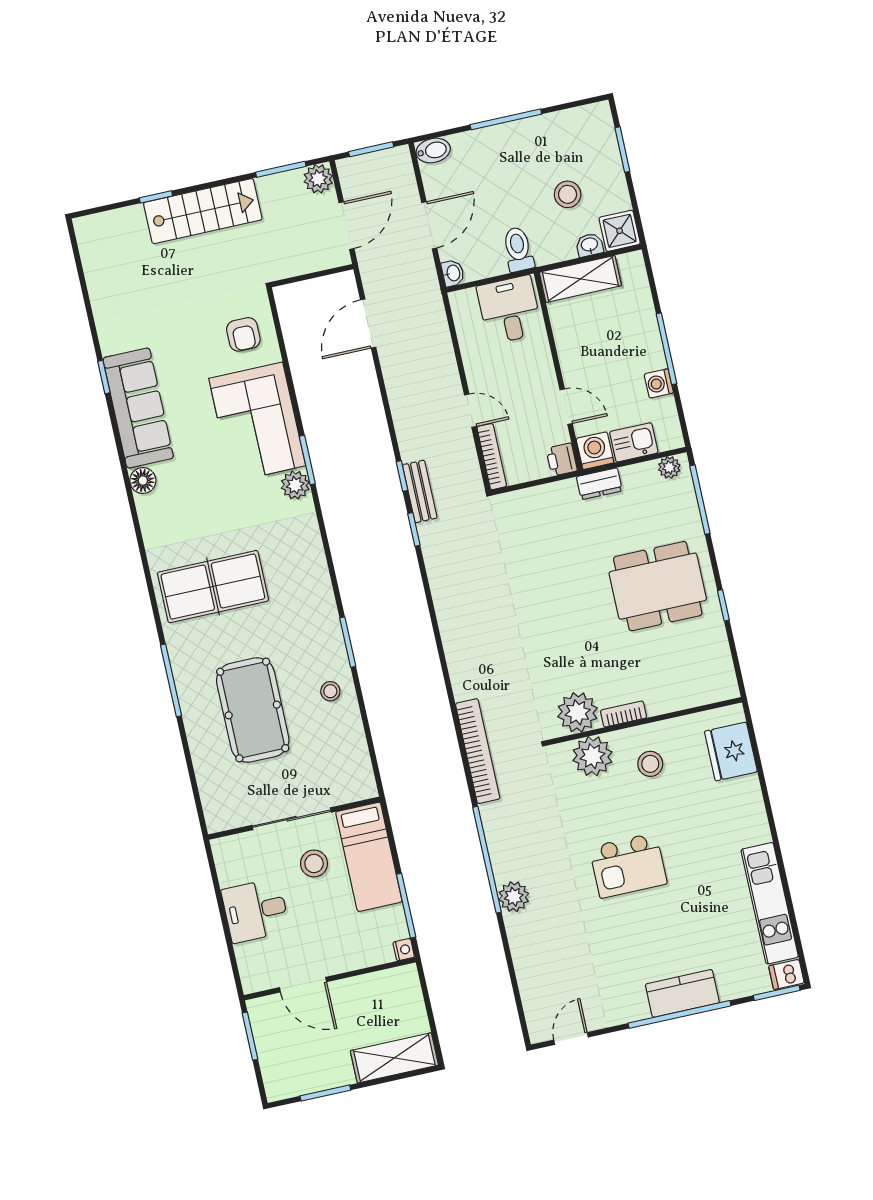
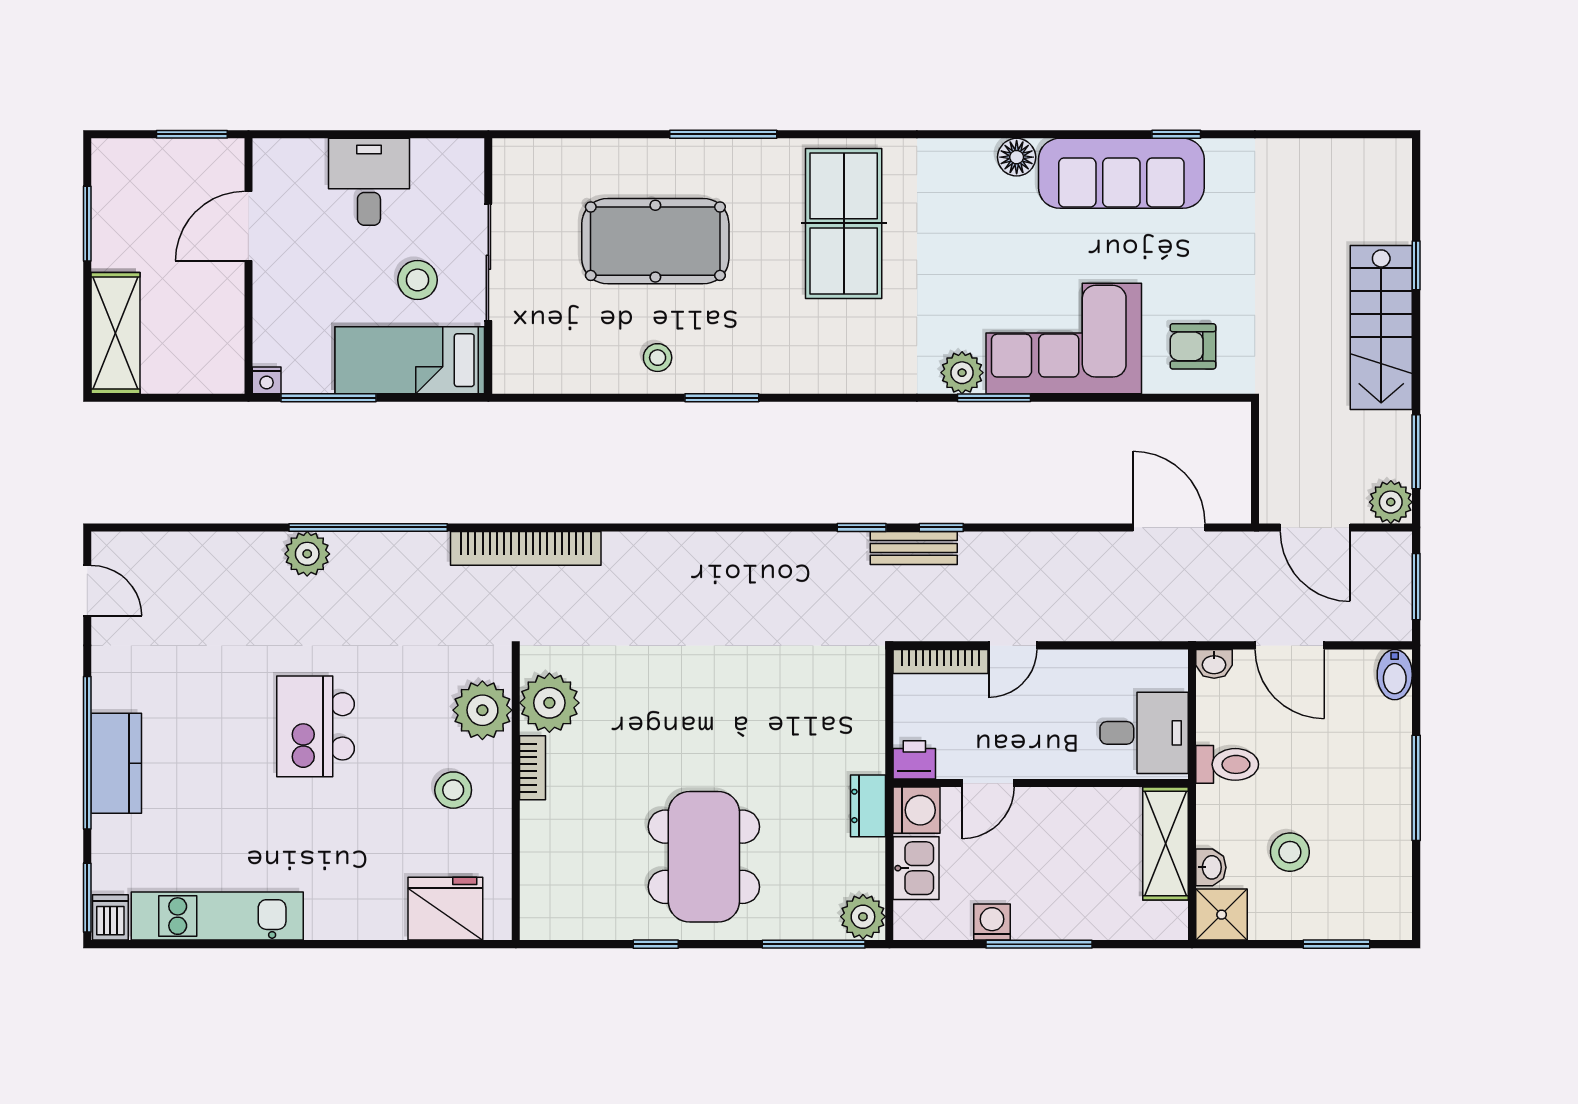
plant: (669, 467) -> (863, 917), width x1.38, depth x1.38

